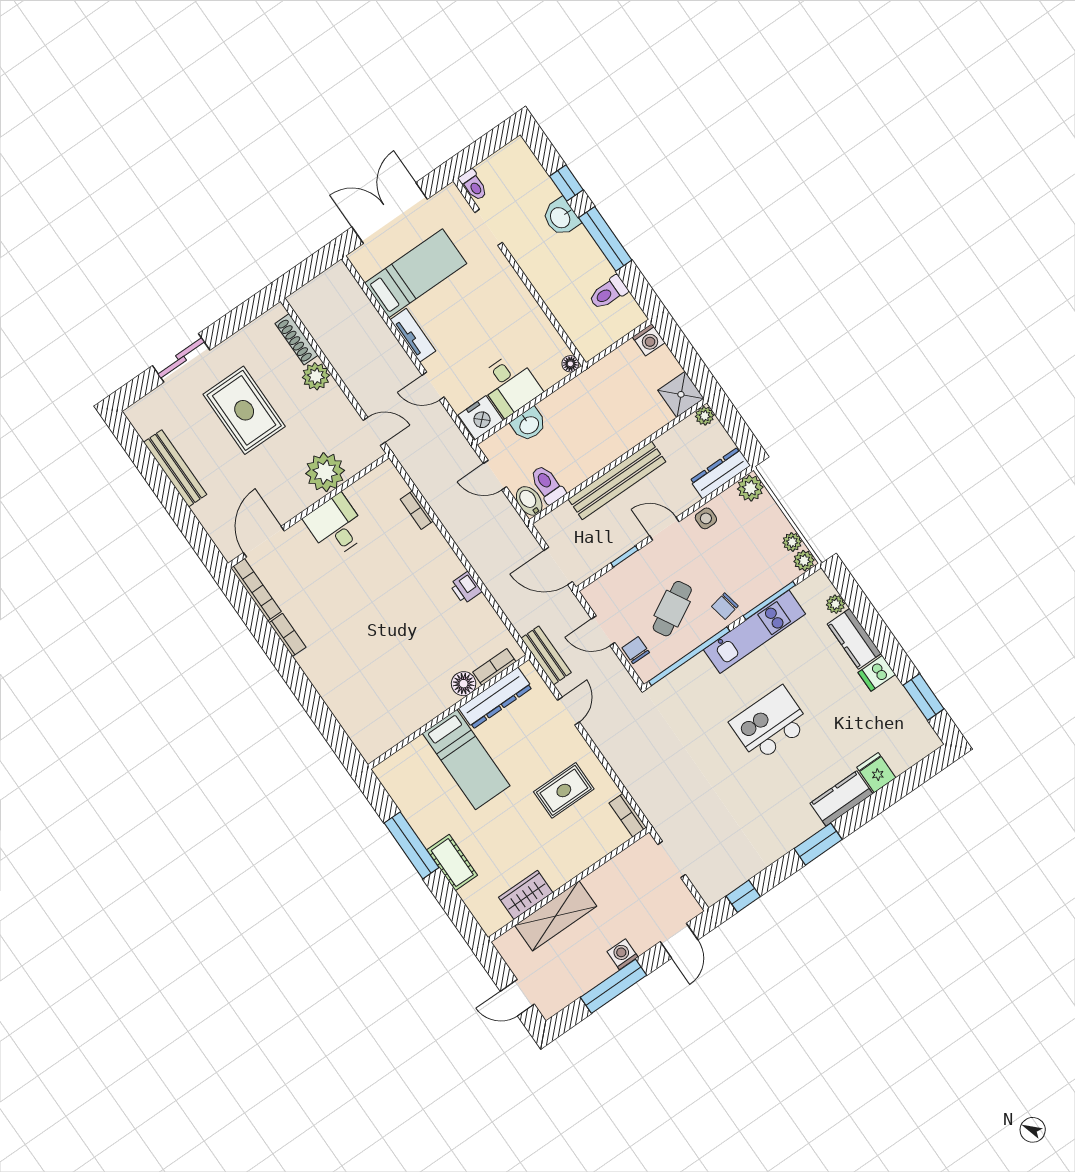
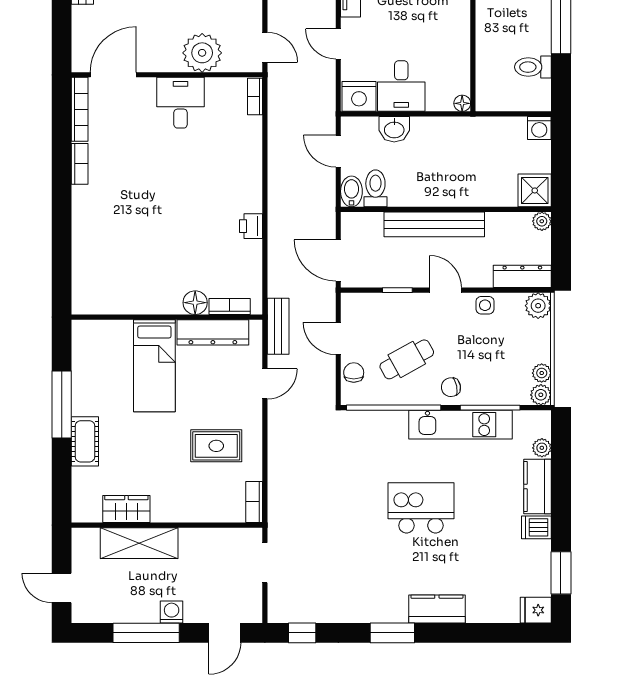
bookcase: (417, 510) -> (255, 96), moved
fridge: (876, 773) -> (536, 610), moved, turned -90

